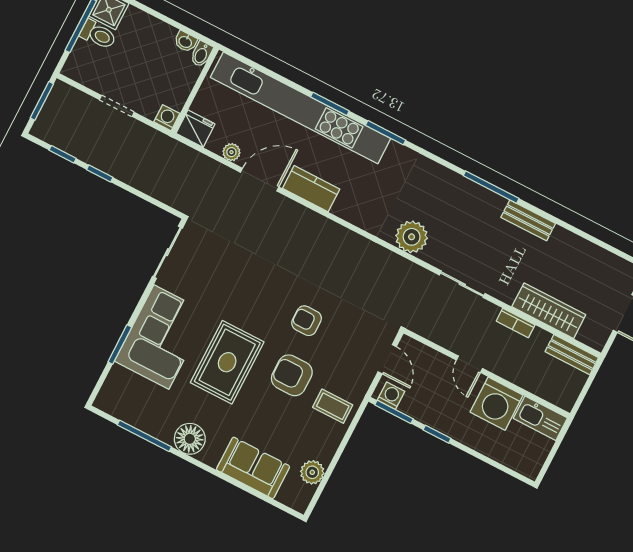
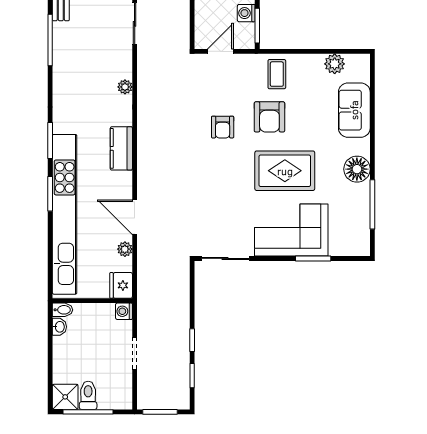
kitchen counter: (311, 189) -> (121, 148), moved
plant: (412, 237) -> (125, 87), width x0.53, depth x0.53
washing machine: (391, 396) -> (246, 13), moved

